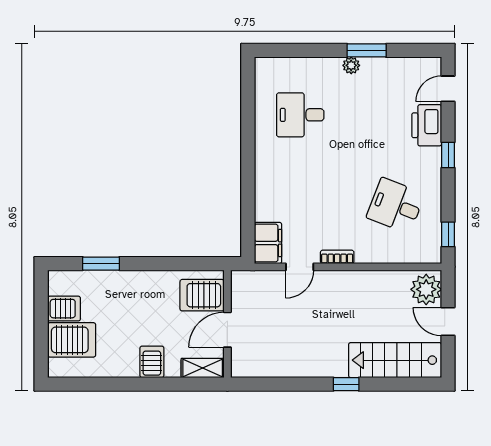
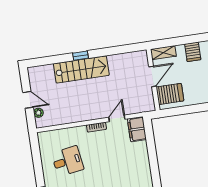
desk: (396, 206) -> (68, 161), turned -30
window: (448, 234) -> (35, 149), removed
plant: (426, 289) -> (38, 113), width x0.53, depth x0.53
stairs: (395, 360) -> (81, 69), moved

